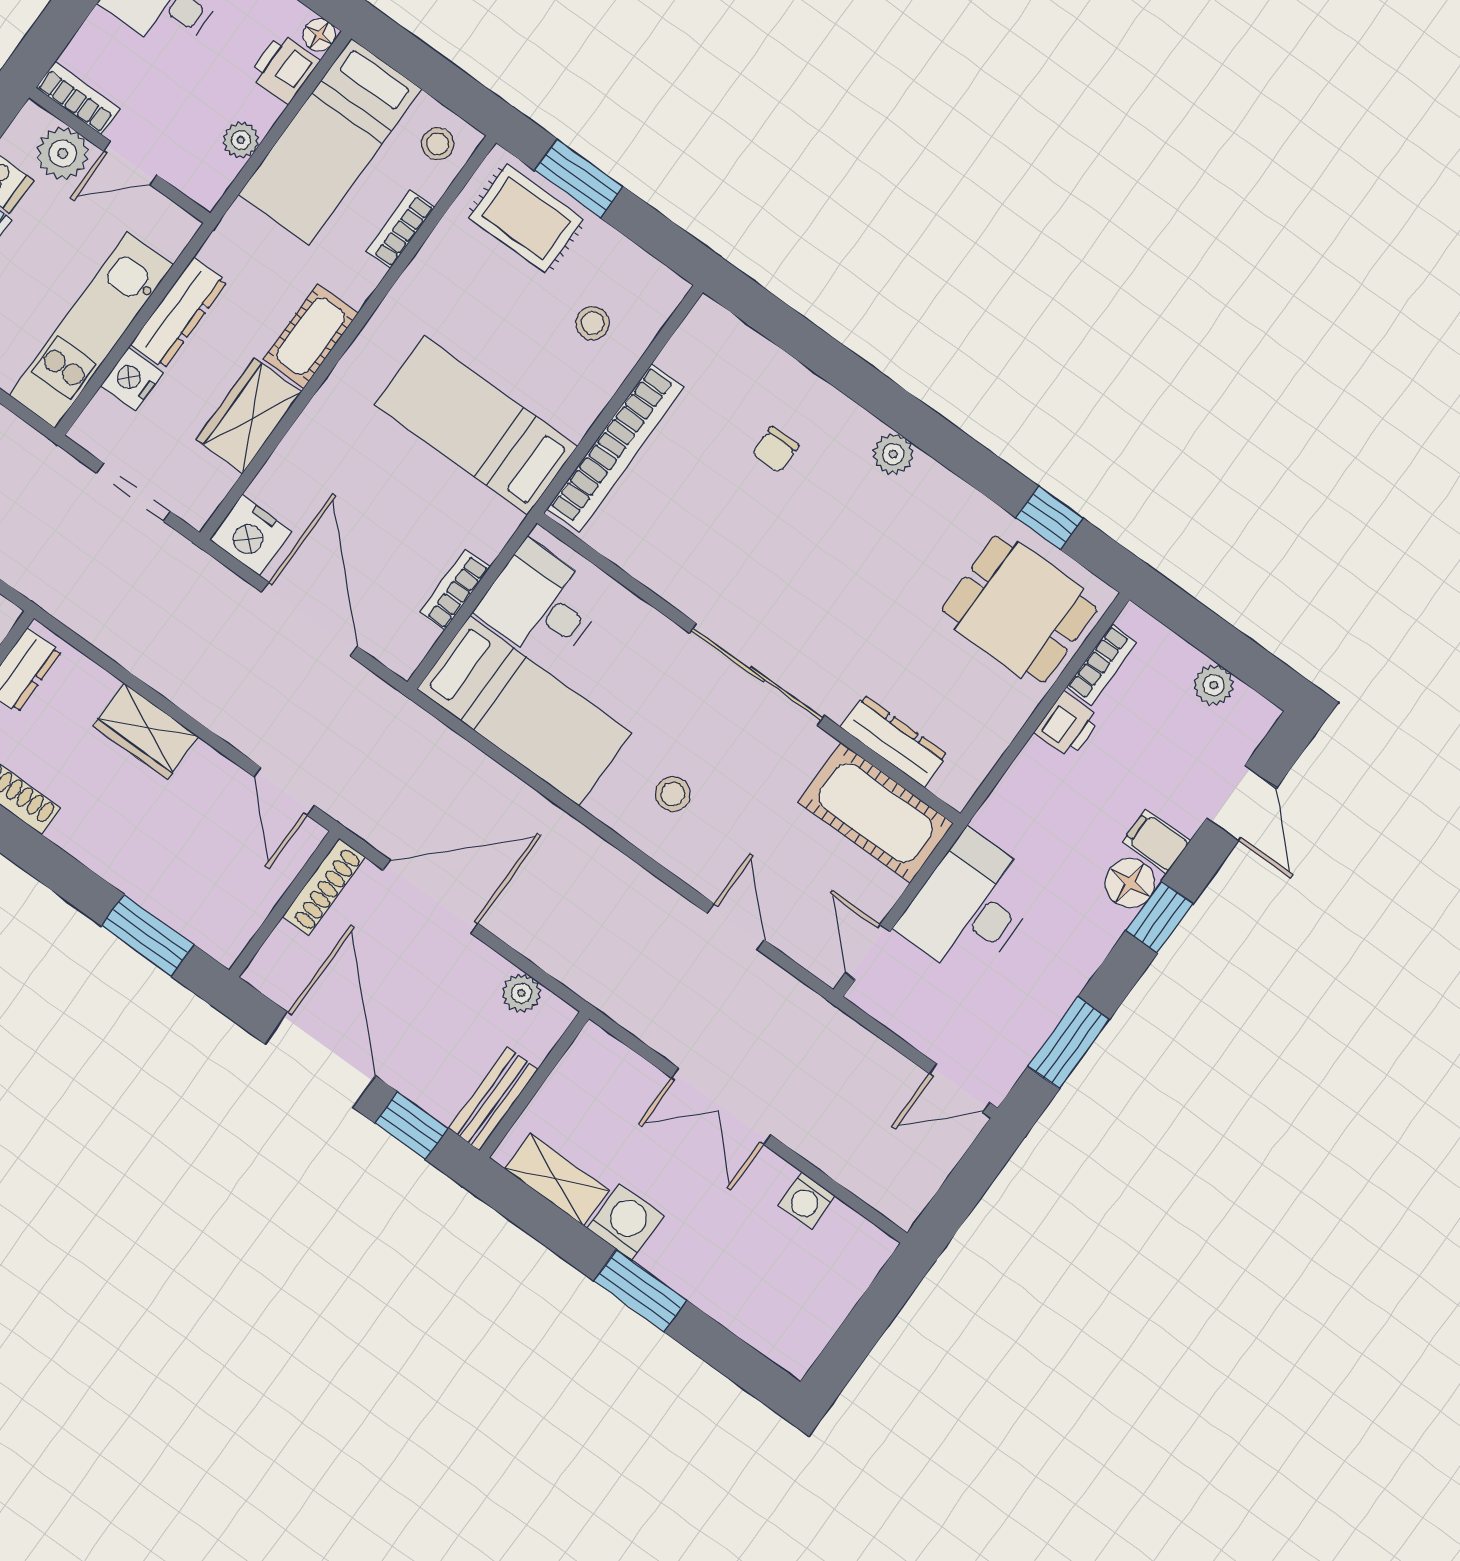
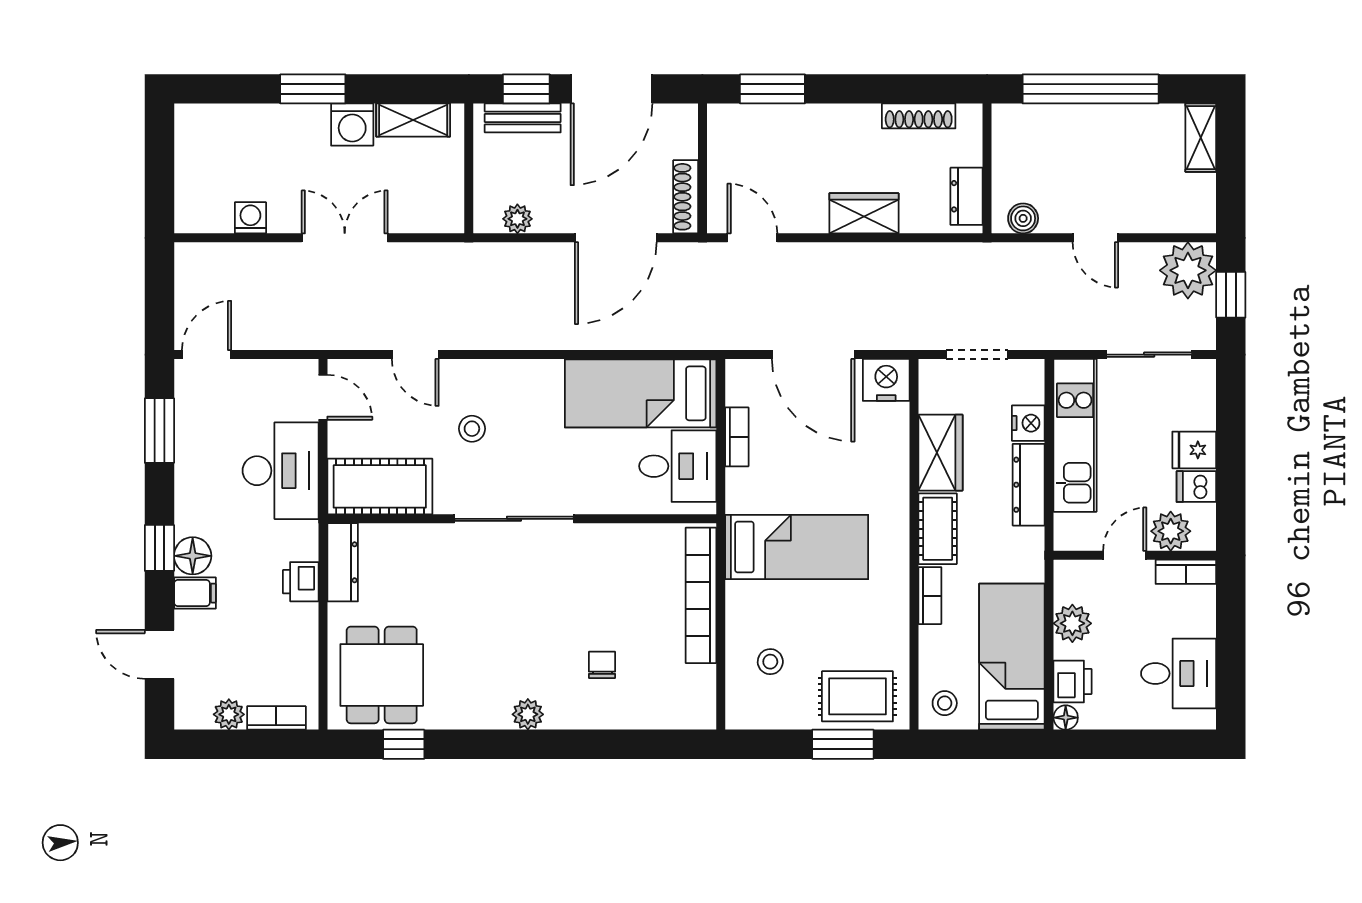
plant: (241, 140) -> (1072, 623), width x1.38, depth x1.38
bookcase: (401, 229) -> (930, 596), moved
dining table: (1019, 609) -> (382, 675), turned 90
bookcase: (1101, 665) -> (276, 718), moved, turned 90
printer: (1068, 725) -> (301, 582), moved
dresser: (894, 741) -> (343, 562), moved, turned -90
stool: (673, 794) -> (472, 429), moved
door: (320, 1060) -> (611, 89), hinge flipped
bench: (493, 1099) -> (523, 118), moved, turned 90

